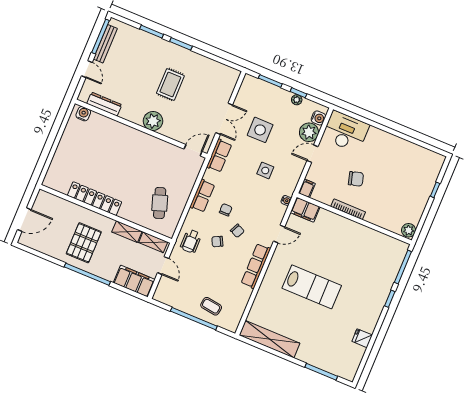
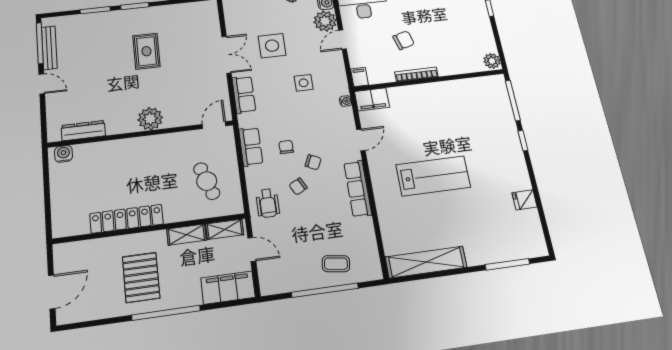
dresser: (104, 104) -> (83, 131), moved
water cooler: (83, 114) -> (64, 154), moved
plant: (153, 121) -> (150, 119), moved
wall: (141, 129) -> (141, 134), moved
door: (193, 150) -> (214, 125), moved

